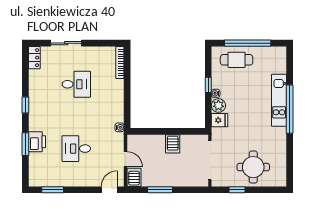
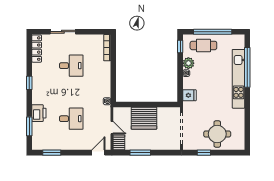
locker: (34, 58) -> (37, 49), width x1.53
window: (208, 85) -> (180, 47), moved
kitchen unit: (279, 100) -> (239, 79), width x1.36
plant: (218, 105) -> (188, 63), moved
window: (290, 109) -> (247, 67), moved
window: (25, 144) -> (29, 126), moved
server rack: (173, 144) -> (144, 118), width x2.18, depth x1.44
desk: (76, 149) -> (71, 119), turned 180

